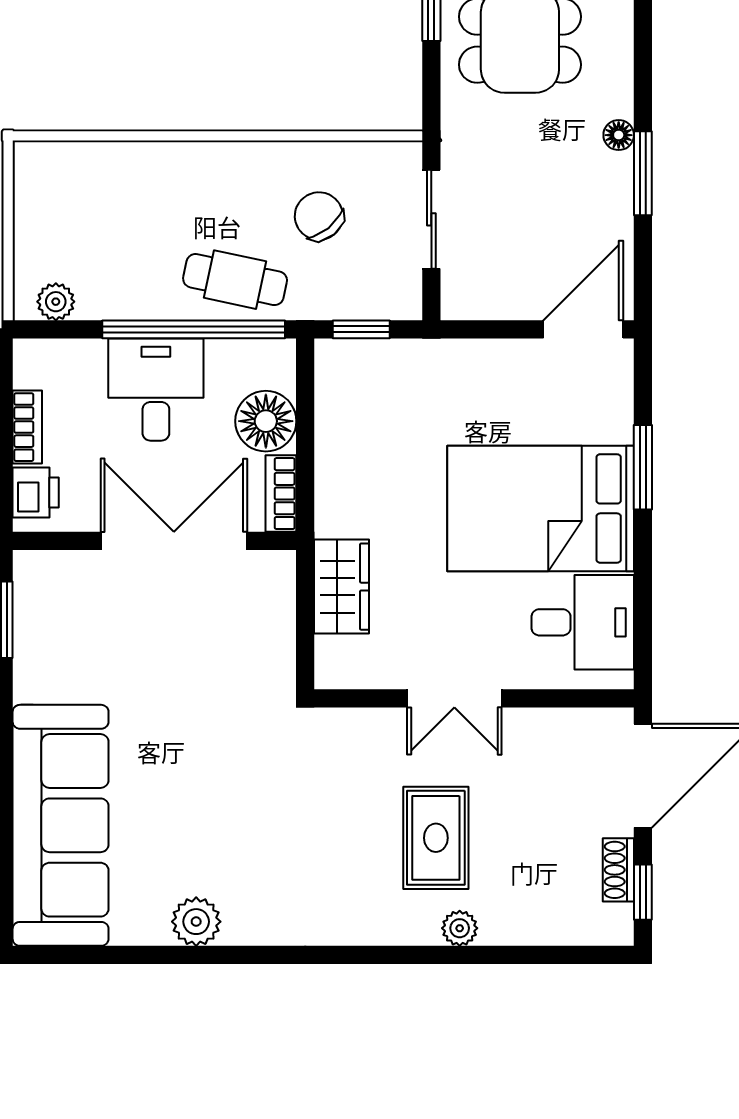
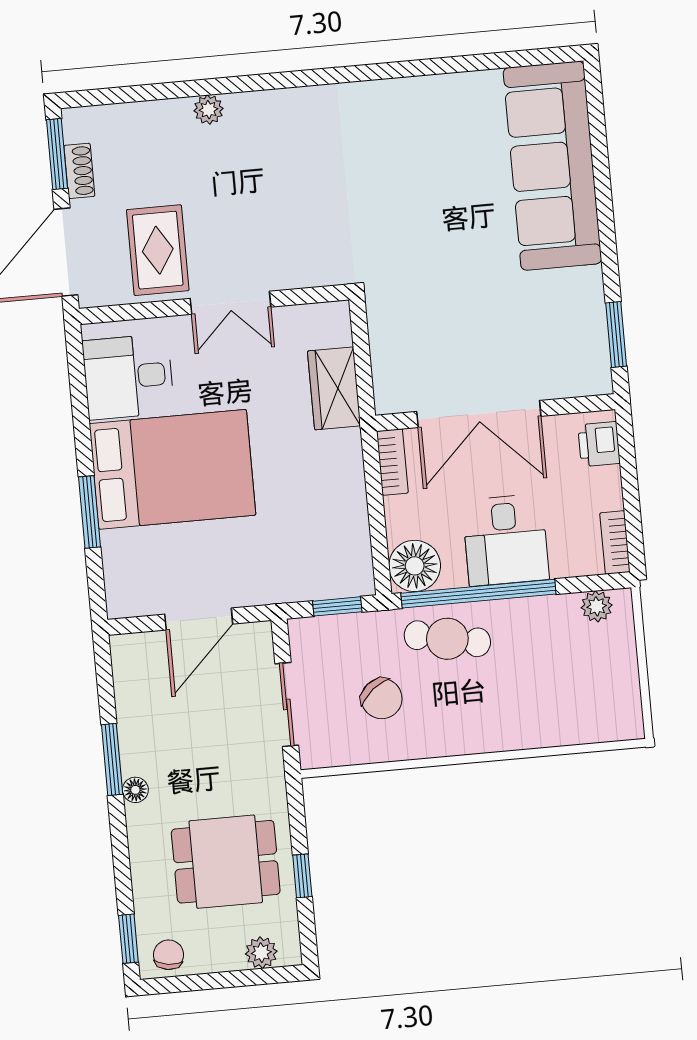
door: (583, 329) -> (199, 619), moved
floor lamp: (266, 421) -> (415, 566), moved
bookcase: (27, 427) -> (615, 542), moved
double door: (454, 698) -> (231, 303), swing flipped
rug: (436, 838) -> (158, 250), moved
window: (643, 892) -> (57, 154), width x1.50
plant: (196, 922) -> (431, 95), removed

